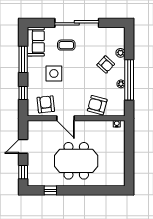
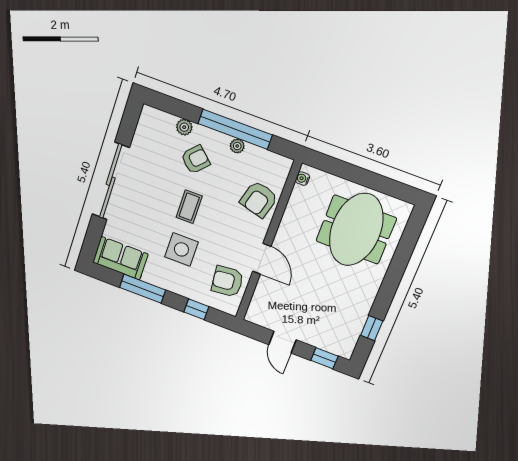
coffee table: (66, 45) -> (189, 207), moved
door: (66, 118) -> (262, 259), hinge flipped
meeting table: (76, 161) -> (356, 230), moved

